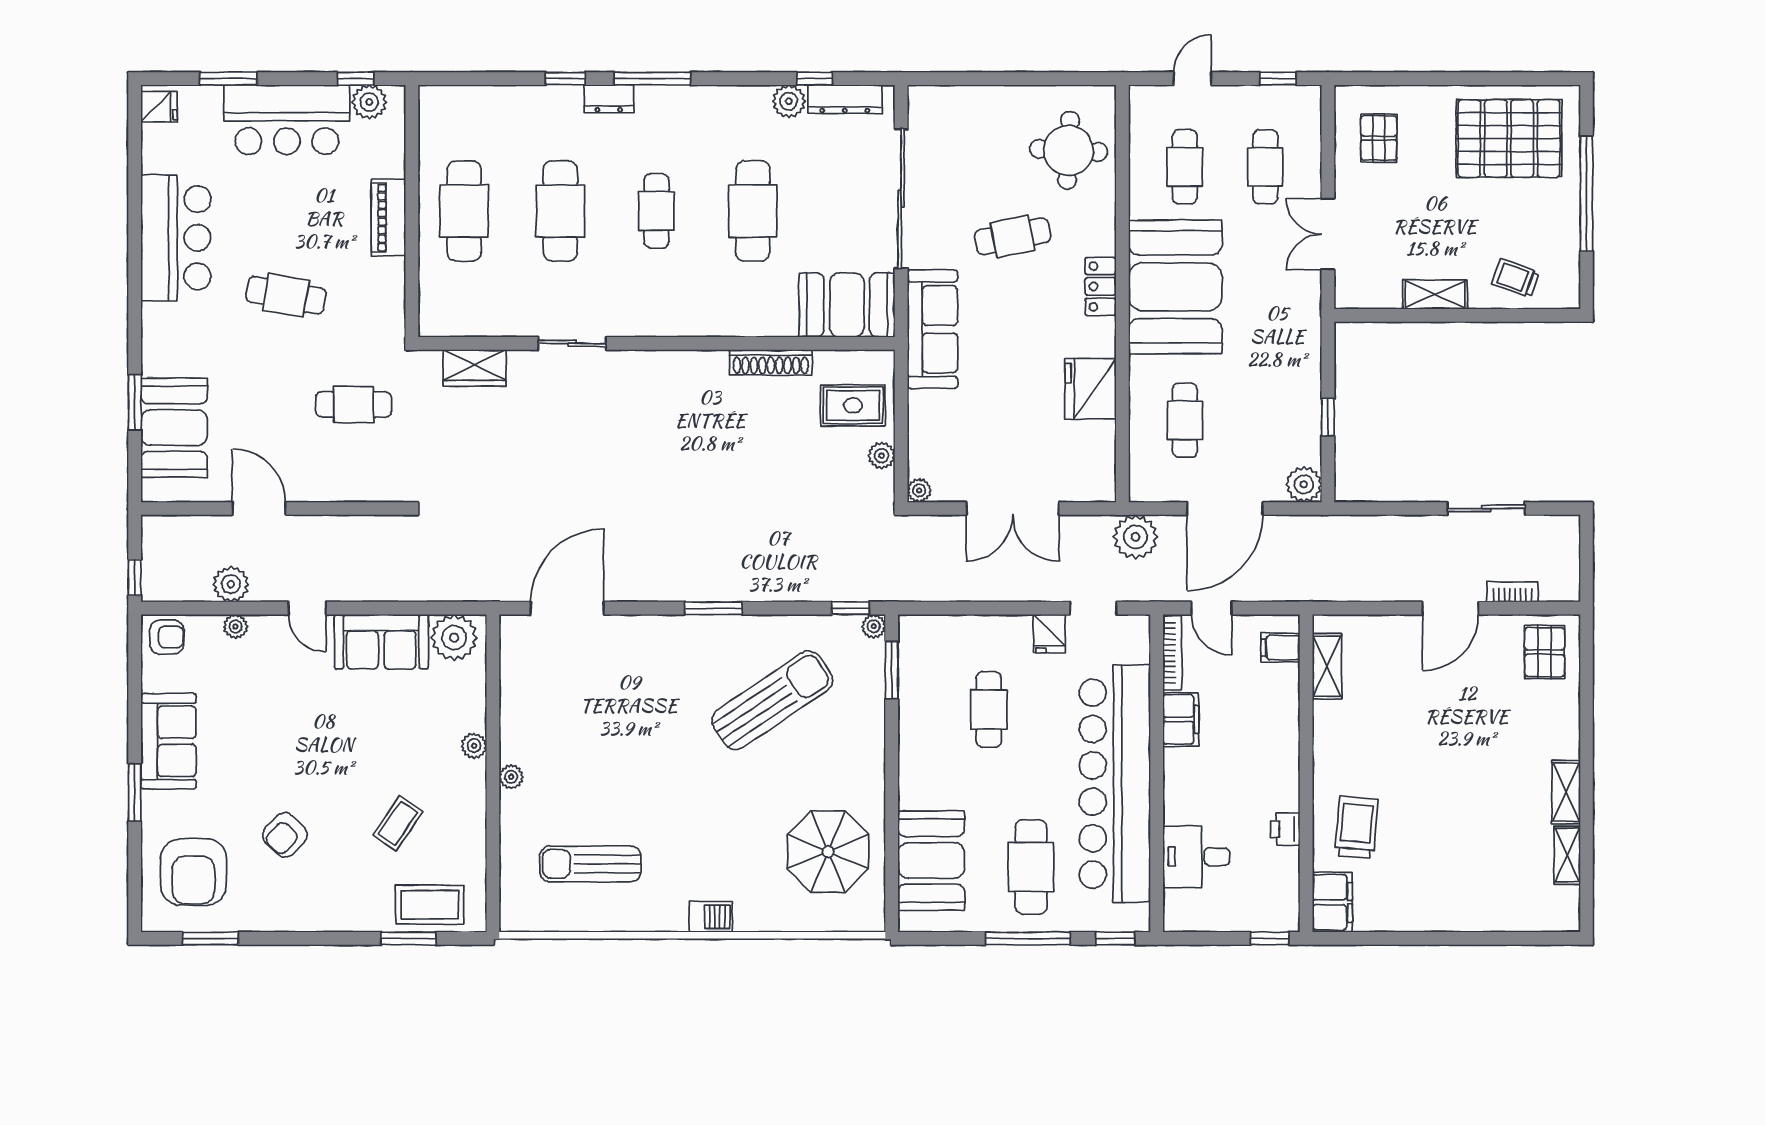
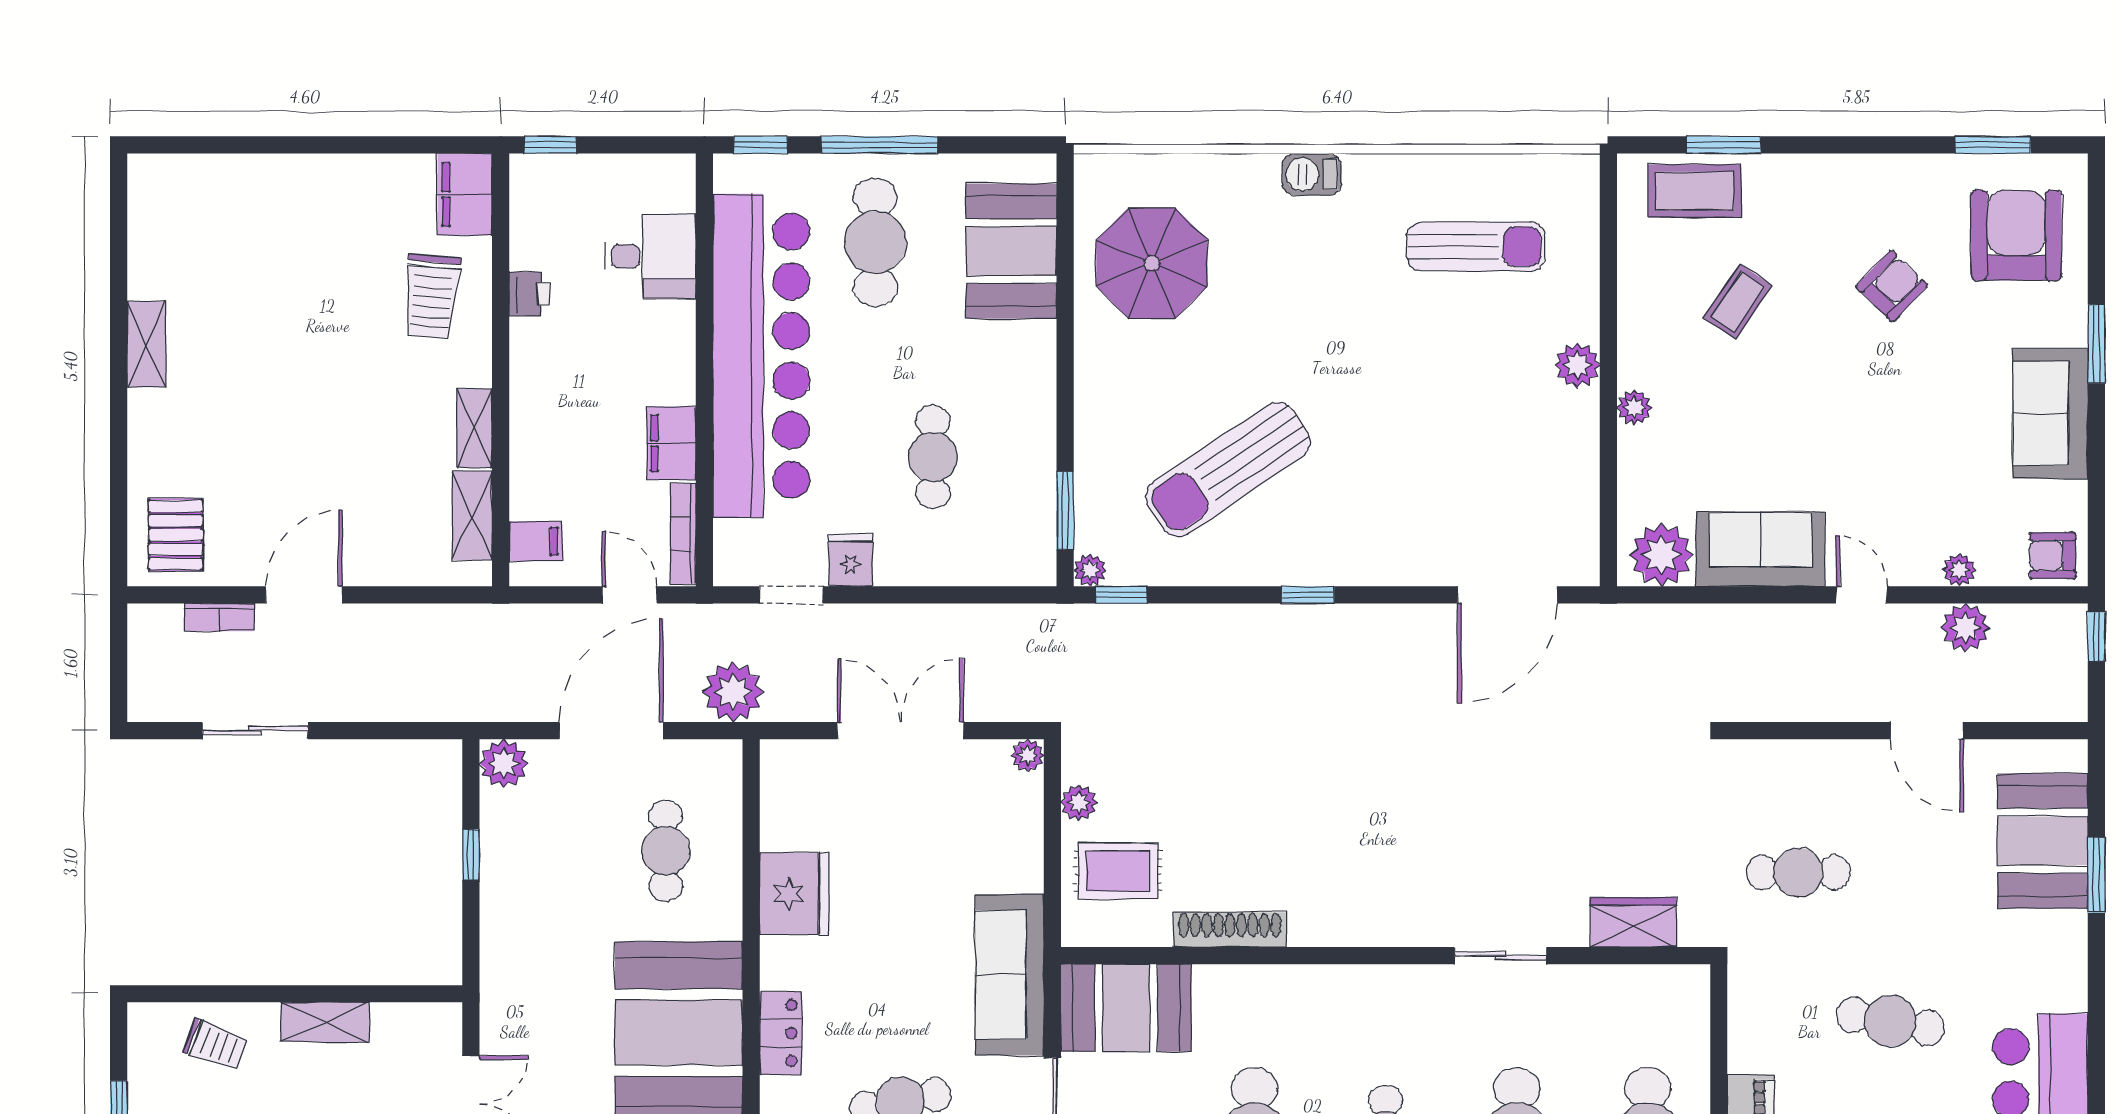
window: (713, 608) -> (1308, 595), width x0.67
plant: (511, 777) -> (1577, 365), width x1.38, depth x1.38
shelving: (1567, 855) -> (474, 428), moved

